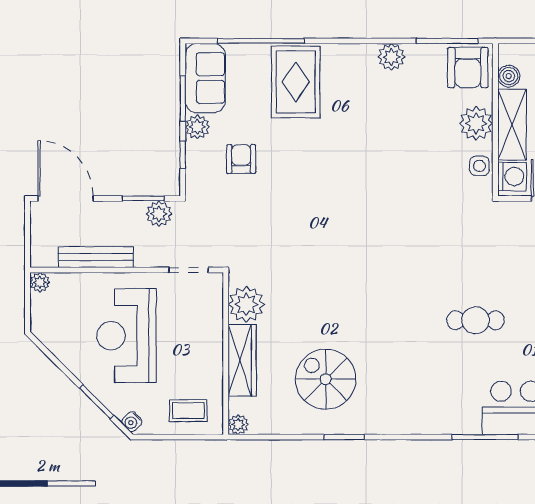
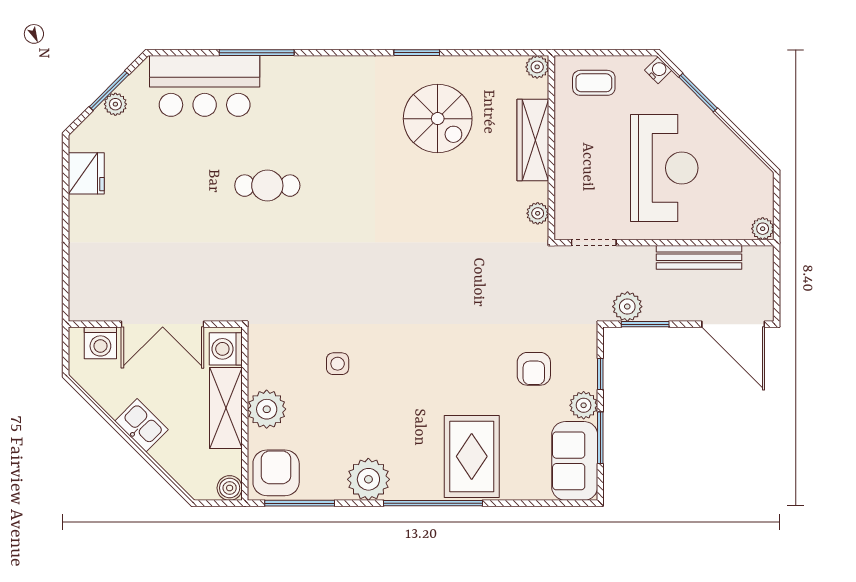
window: (261, 41) -> (433, 503), moved
plant: (392, 57) -> (368, 479), width x1.36, depth x1.36
boiler: (509, 76) -> (230, 488), moved
side table: (479, 166) -> (338, 364), moved
plant: (246, 304) -> (538, 213), width x0.53, depth x0.53

